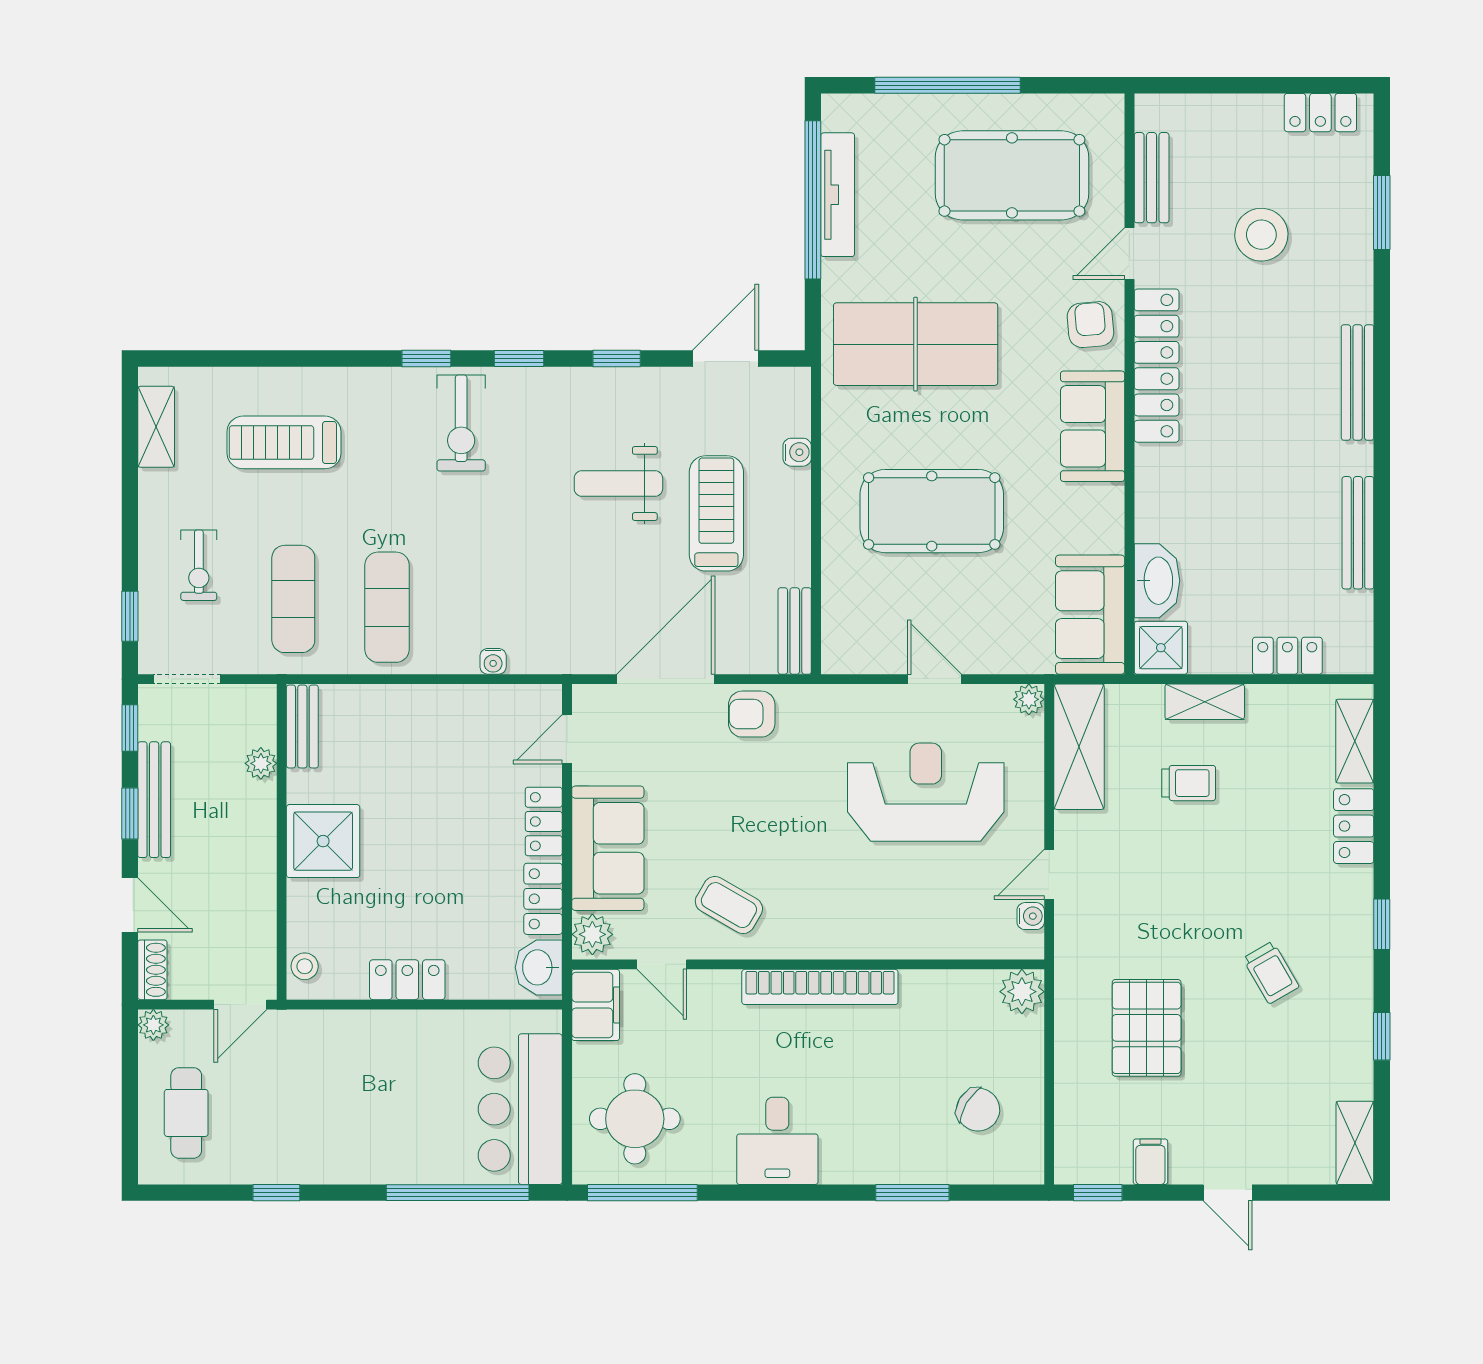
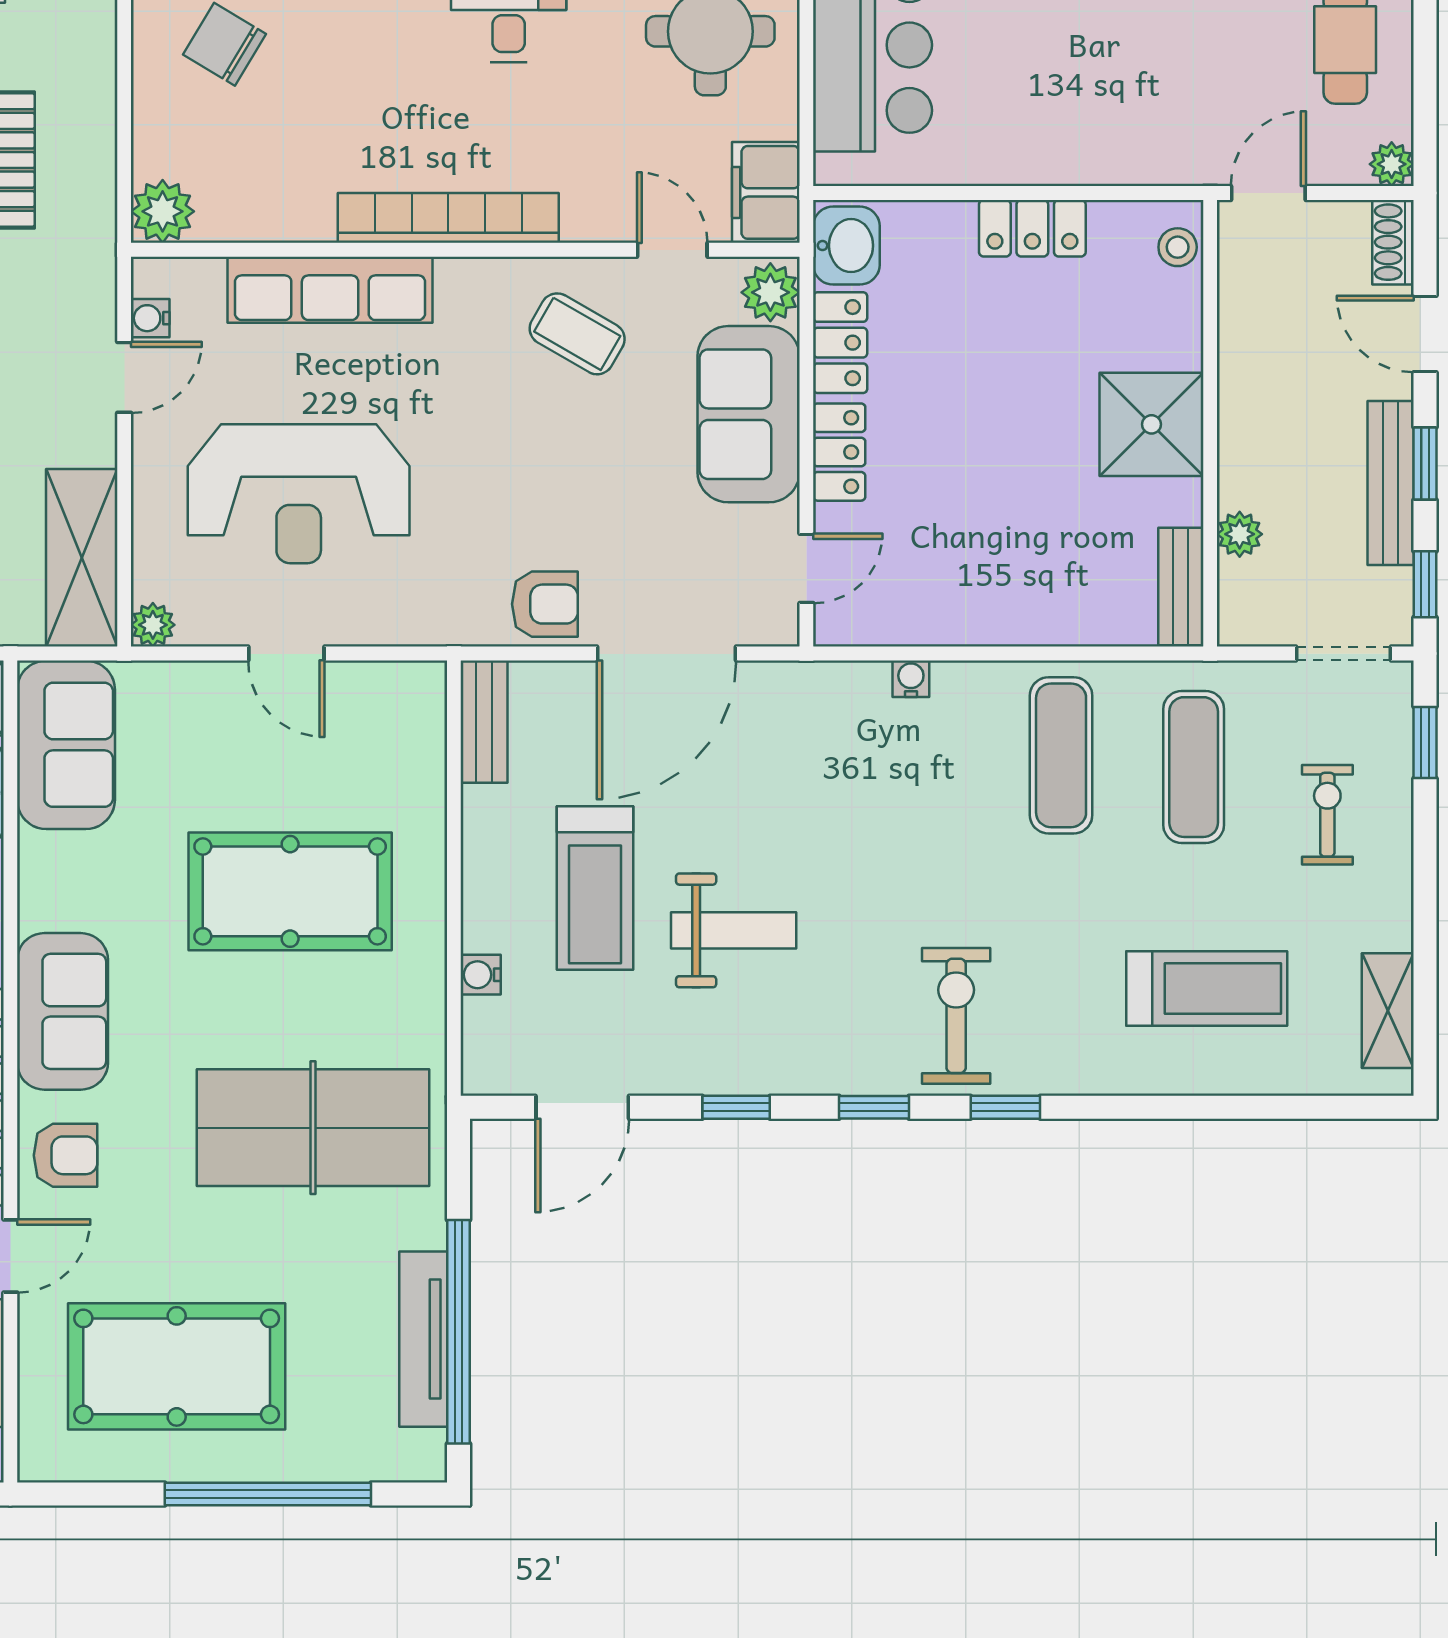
armchair: (1090, 325) -> (66, 1155), turned -85
row of seats: (904, 936) -> (330, 290), added

